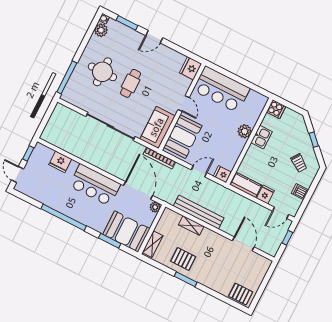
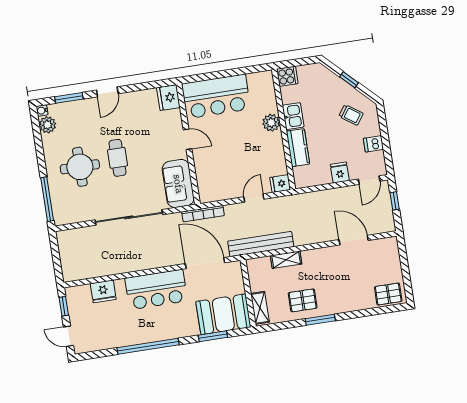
booth: (183, 137) -> (211, 174), removed
kitchen counter: (246, 185) -> (298, 148), moved, turned 90
plant: (155, 207) -> (235, 268), removed
bench: (199, 212) -> (261, 244), moved

